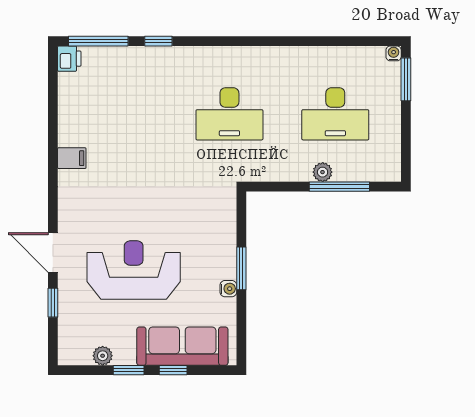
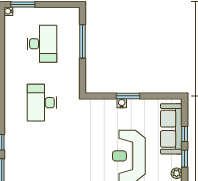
desk: (229, 114) -> (42, 103), turned 180
plant: (323, 172) -> (74, 51), removed
water cooler: (228, 289) -> (122, 103), moved

